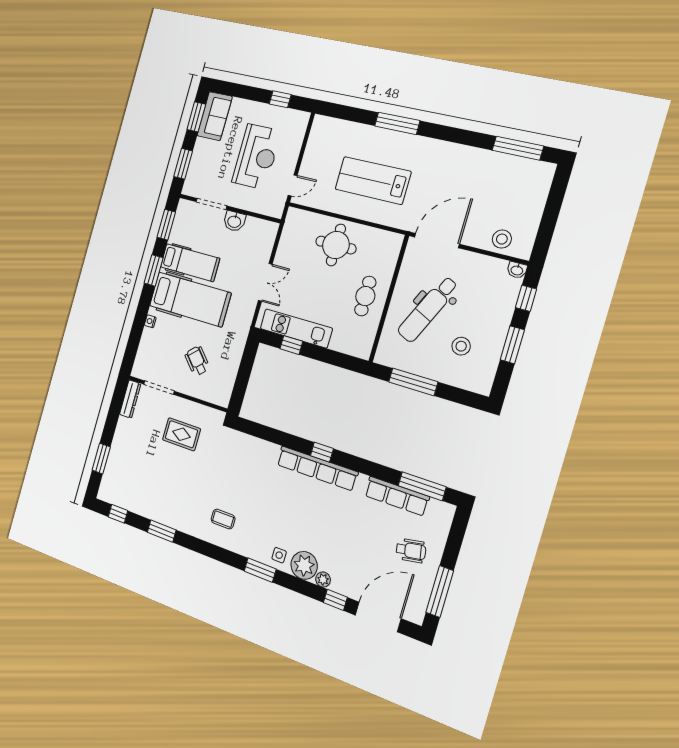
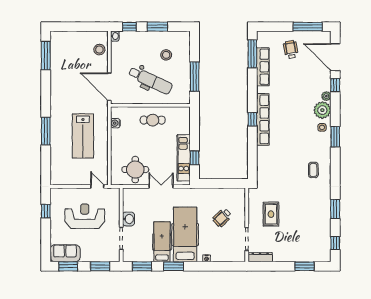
water cooler: (378, 236) -> (115, 123), added
round table: (336, 245) -> (135, 170), moved

